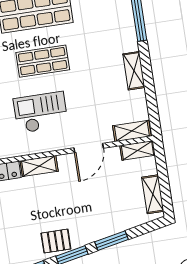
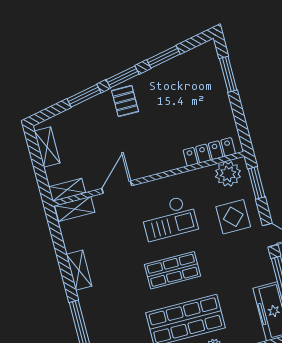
shelving: (39, 166) -> (165, 164), removed
pallet: (56, 241) -> (125, 101), moved, turned 90

